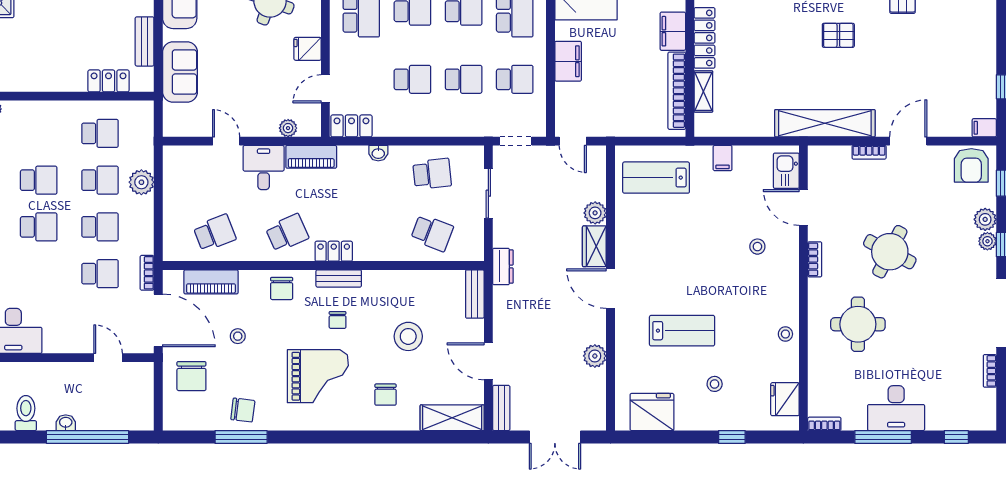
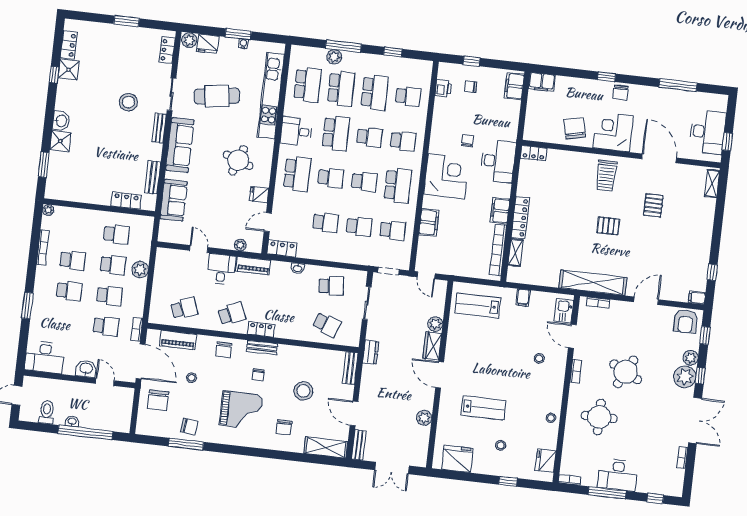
bookcase: (869, 152) -> (598, 303), moved
plant: (987, 241) -> (685, 377), width x1.87, depth x1.87
washbasin: (78, 341) -> (86, 369), added

